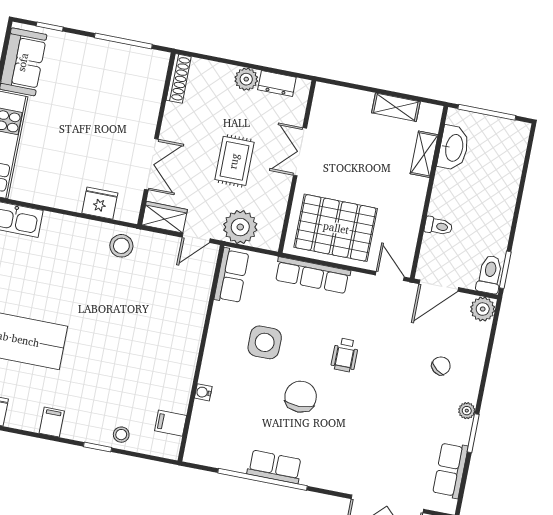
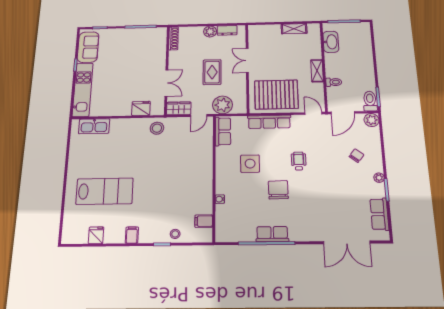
shelving: (424, 154) -> (317, 71), moved
wheelchair: (345, 355) -> (299, 161), turned 180

